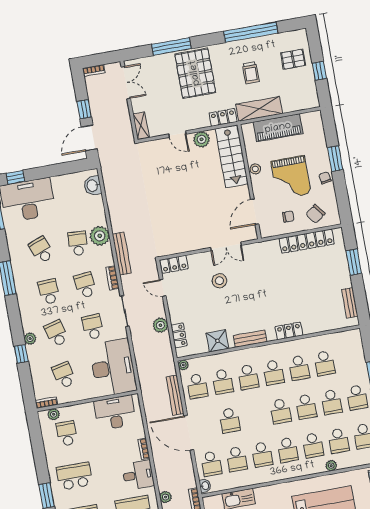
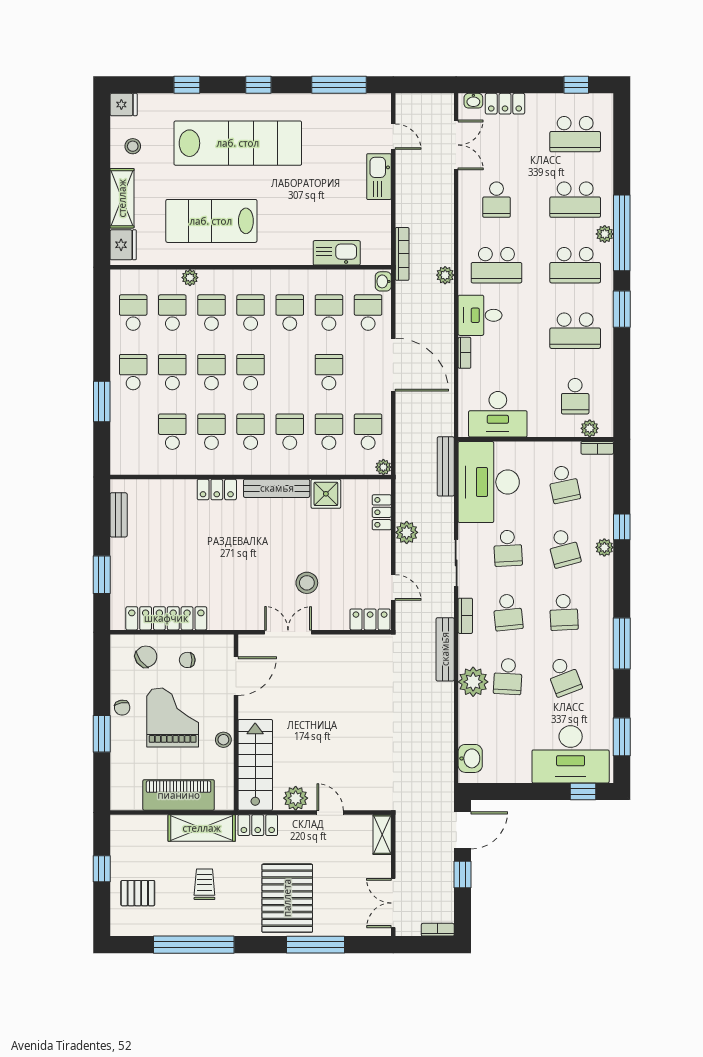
bench: (250, 339) -> (277, 488), width x1.36
bench: (175, 395) -> (446, 466), moved

